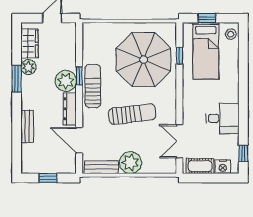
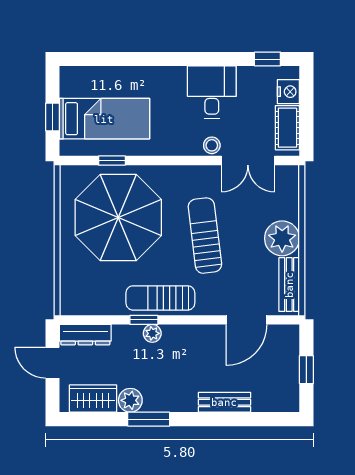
stool: (231, 34) -> (212, 145), moved
plant: (66, 81) -> (152, 333), width x0.53, depth x0.53
dresser: (70, 109) -> (85, 335), moved

